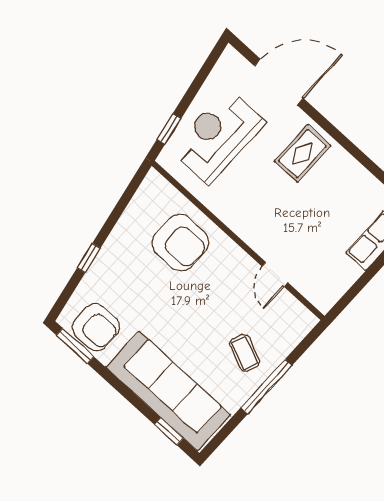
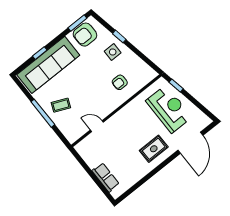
rug: (302, 154) -> (154, 149), turned 90
armchair: (180, 243) -> (120, 82), width x0.53, depth x0.53
side table: (122, 266) -> (113, 52), added
window: (169, 431) -> (40, 53), moved

